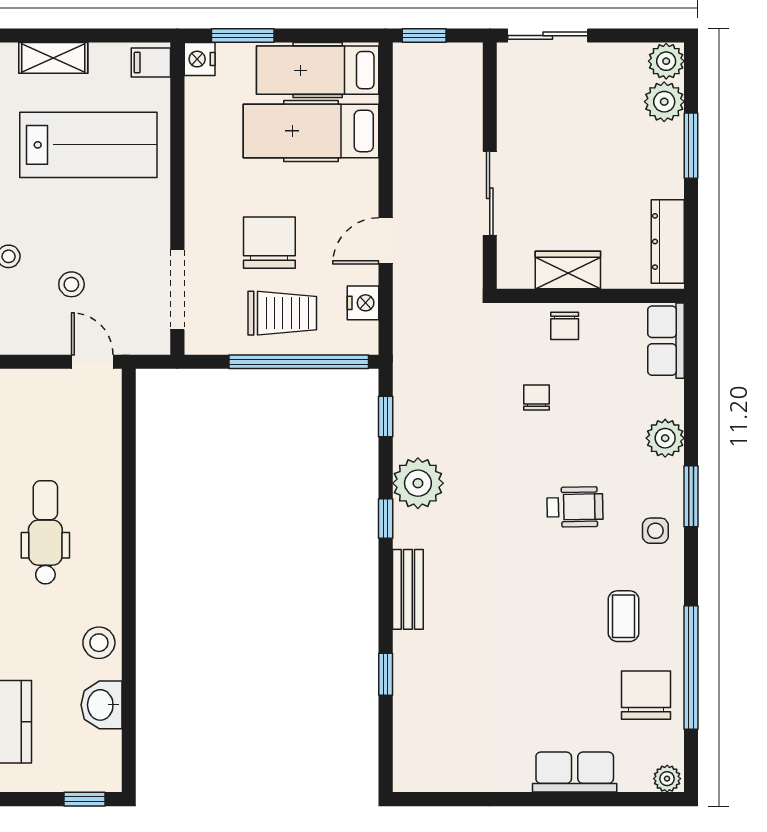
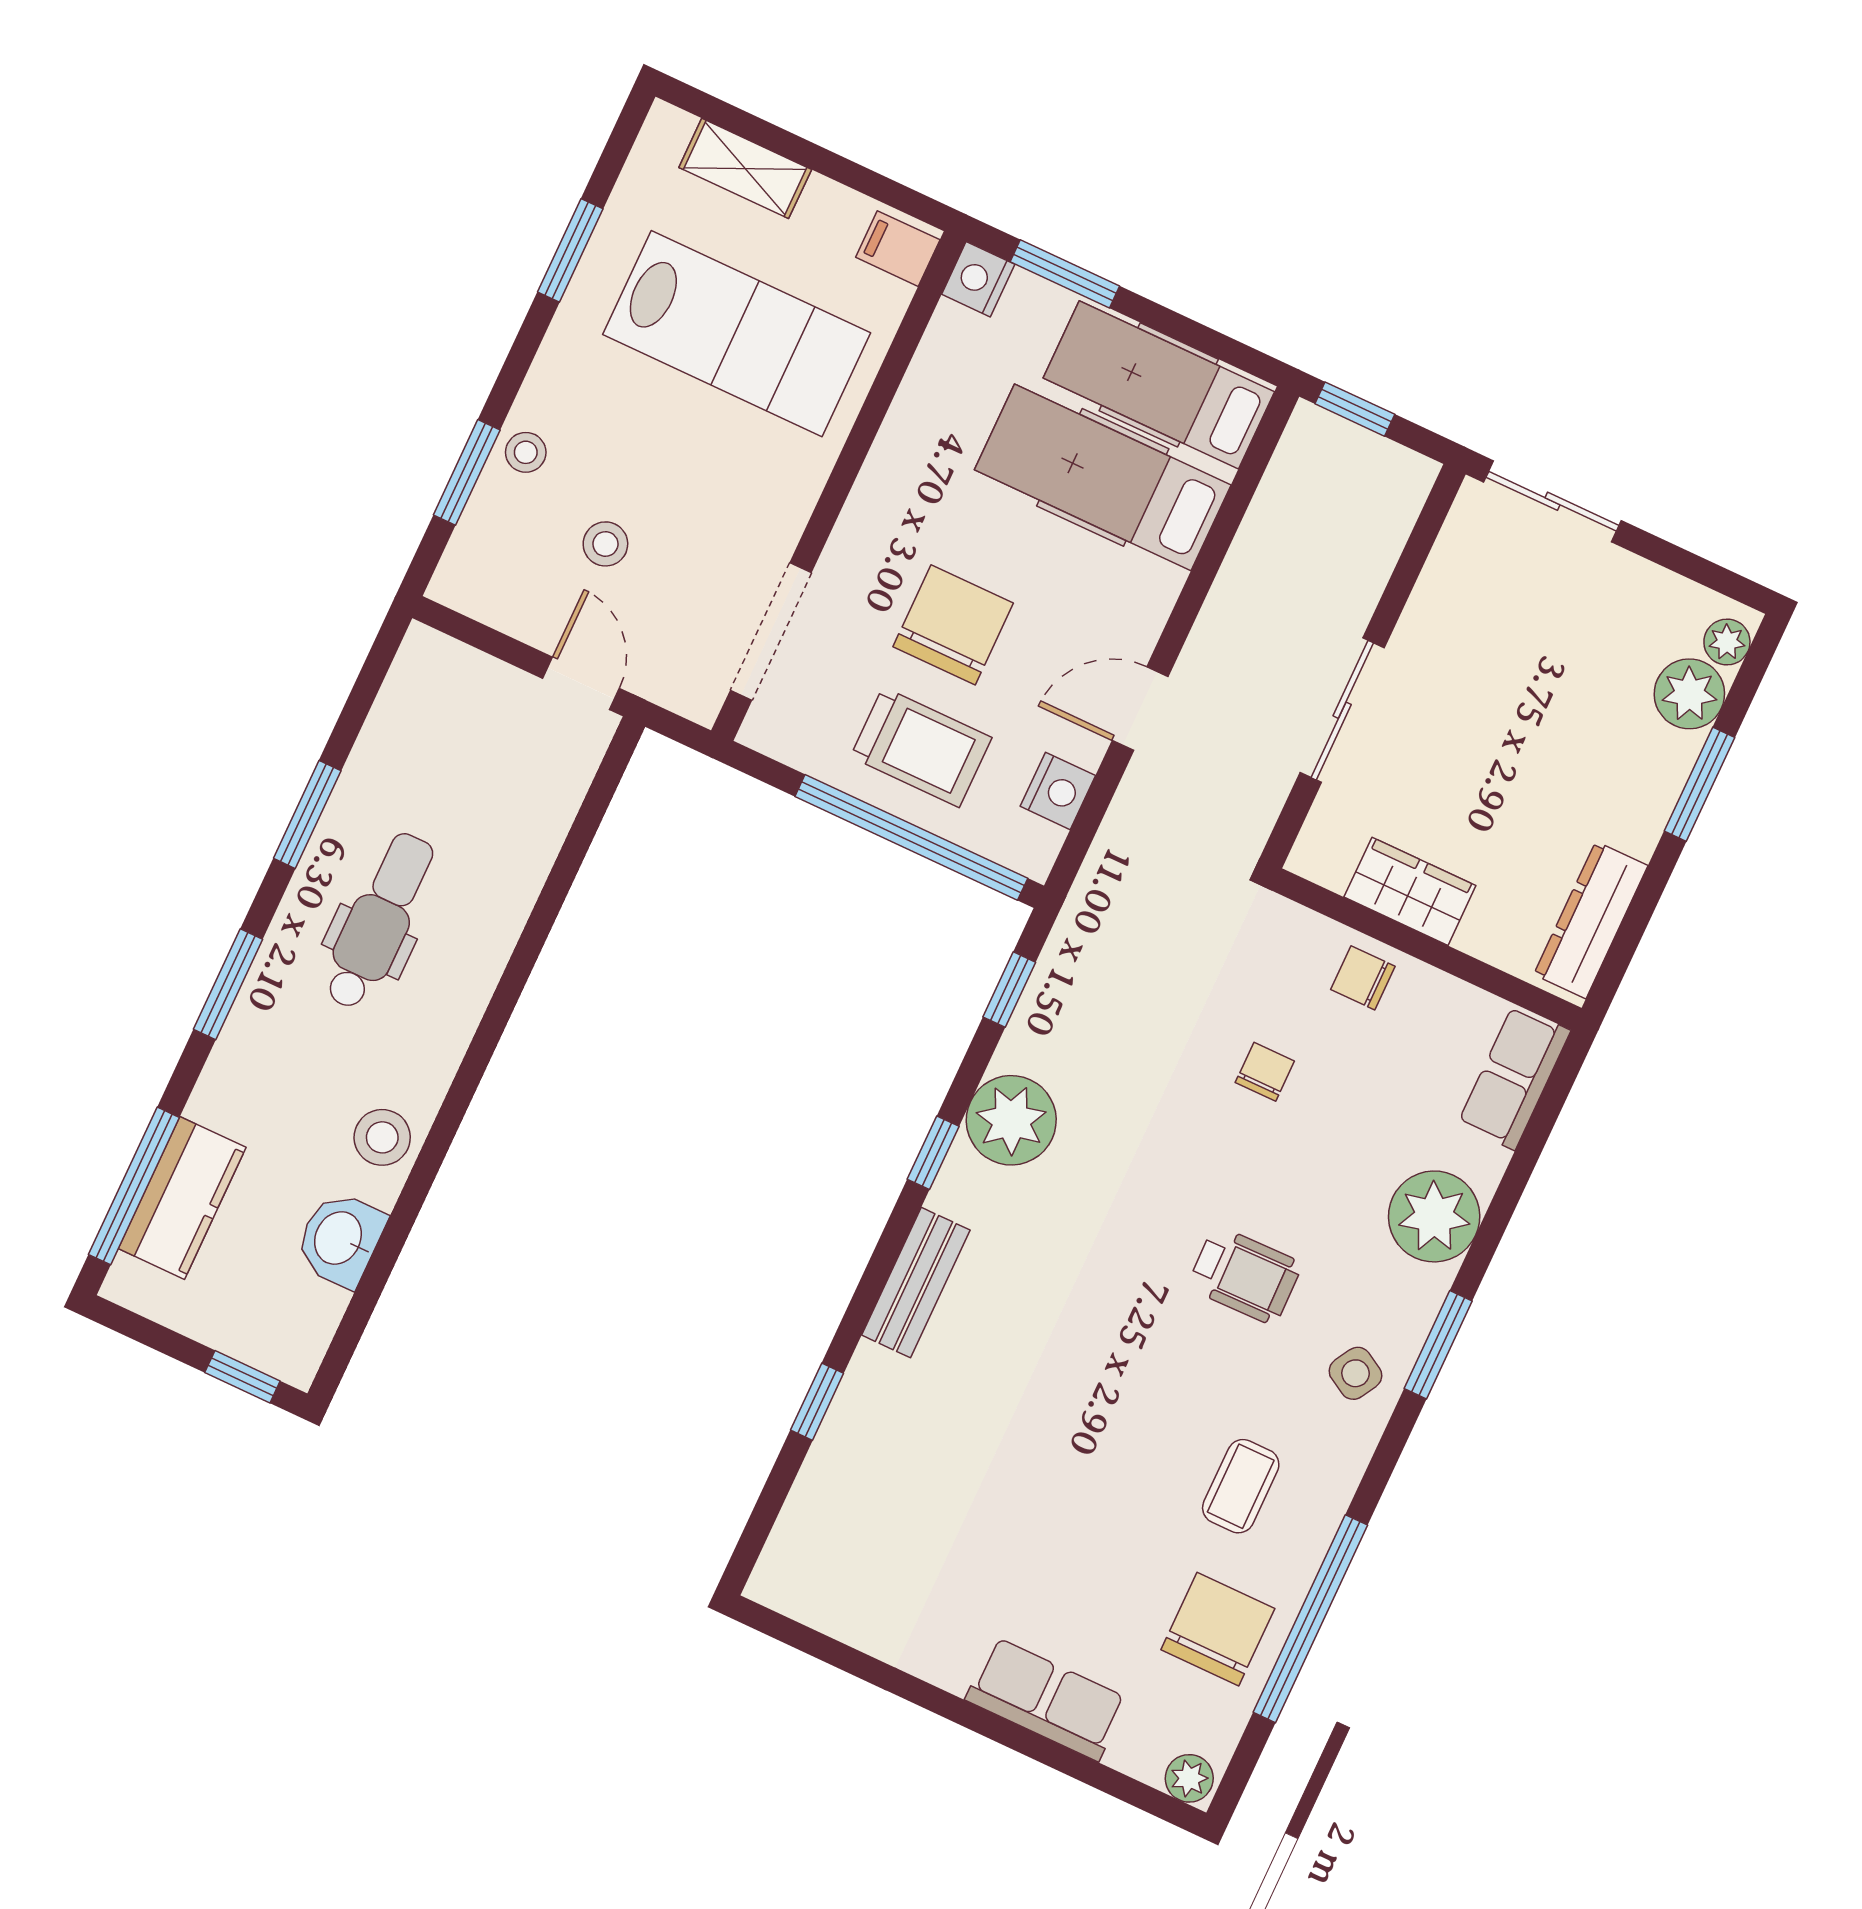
plant: (666, 61) -> (1727, 642), width x0.73, depth x0.73
chair: (565, 326) -> (1363, 978), turned 90
plant: (665, 438) -> (1434, 1216), width x1.36, depth x1.36
side table: (655, 531) -> (1355, 1373), turned 30

